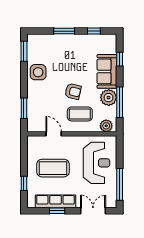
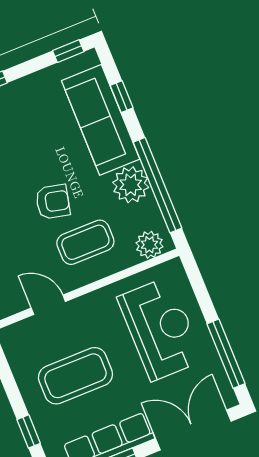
window: (94, 31) -> (68, 51), moved
sofa: (107, 71) -> (101, 120), width x1.36
window: (120, 102) -> (158, 185), width x1.46
double door: (93, 211) -> (193, 430), width x1.37

